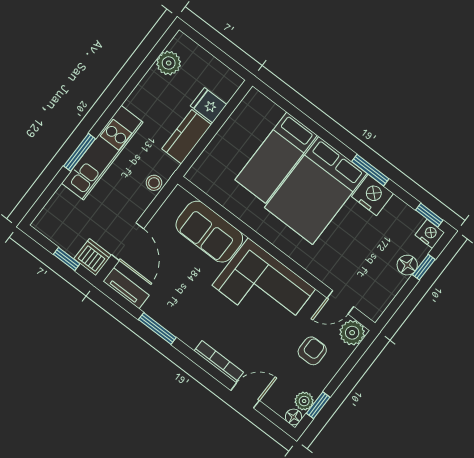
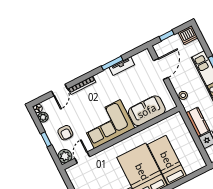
door: (128, 242) -> (161, 69), swing flipped
dishwasher: (93, 257) -> (188, 35), moved
tv unit: (126, 288) -> (122, 66), moved
window: (318, 405) -> (46, 139), moved

